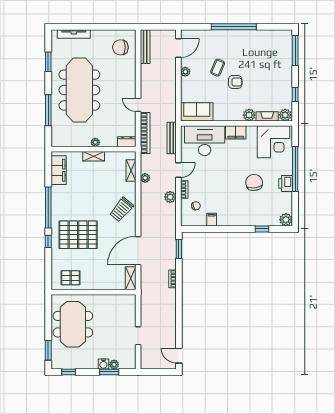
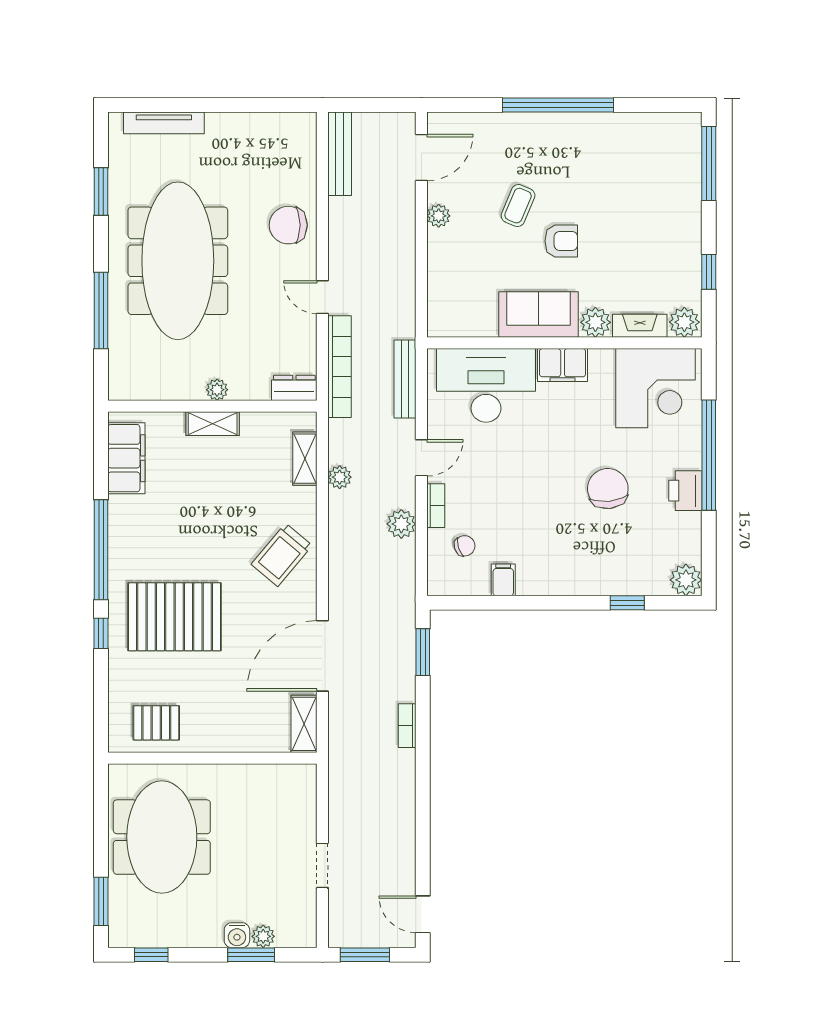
chair: (120, 47) -> (288, 225), moved
sofa: (197, 112) -> (538, 314), moved
window: (155, 372) -> (365, 955), added

